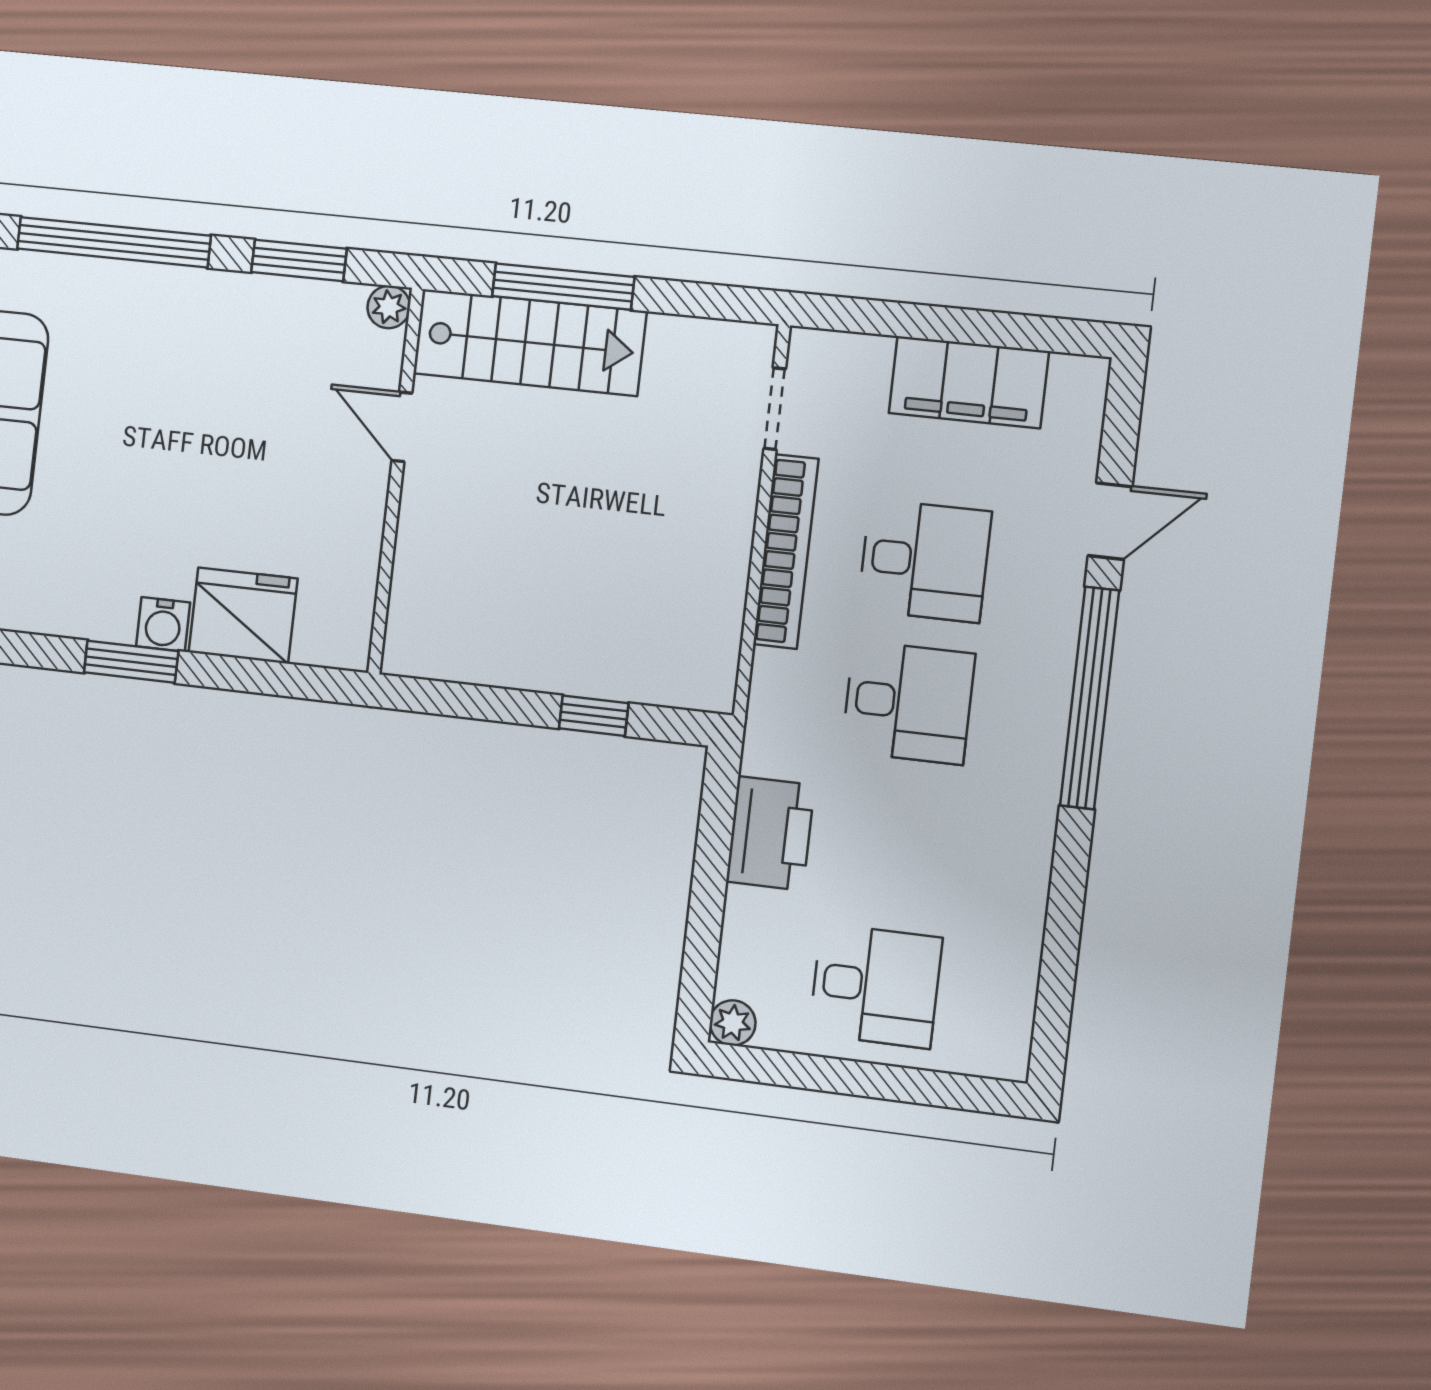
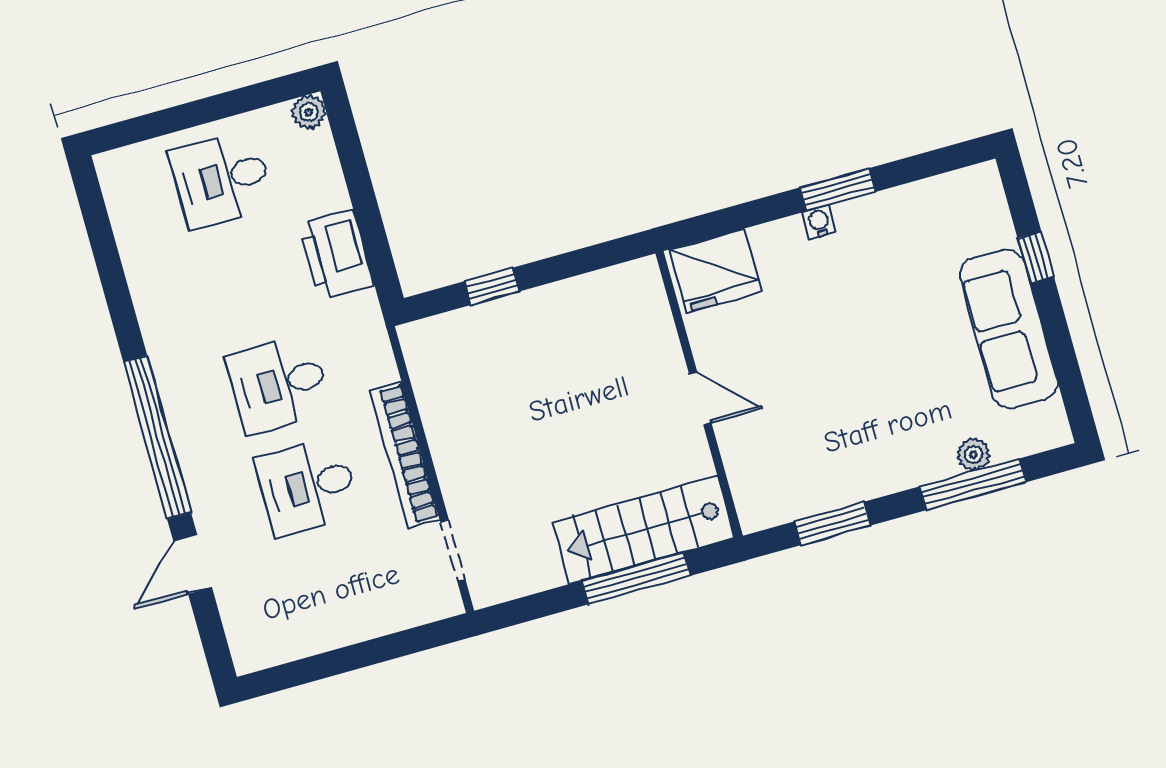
window: (114, 242) -> (973, 484), width x0.68
plant: (389, 307) -> (973, 454), moved
filing cabinet: (969, 382) -> (327, 622), removed
door: (402, 427) -> (700, 398), moved
fridge: (243, 615) -> (715, 271), moved
water cooler: (163, 624) -> (819, 222), width x0.72, depth x0.72

